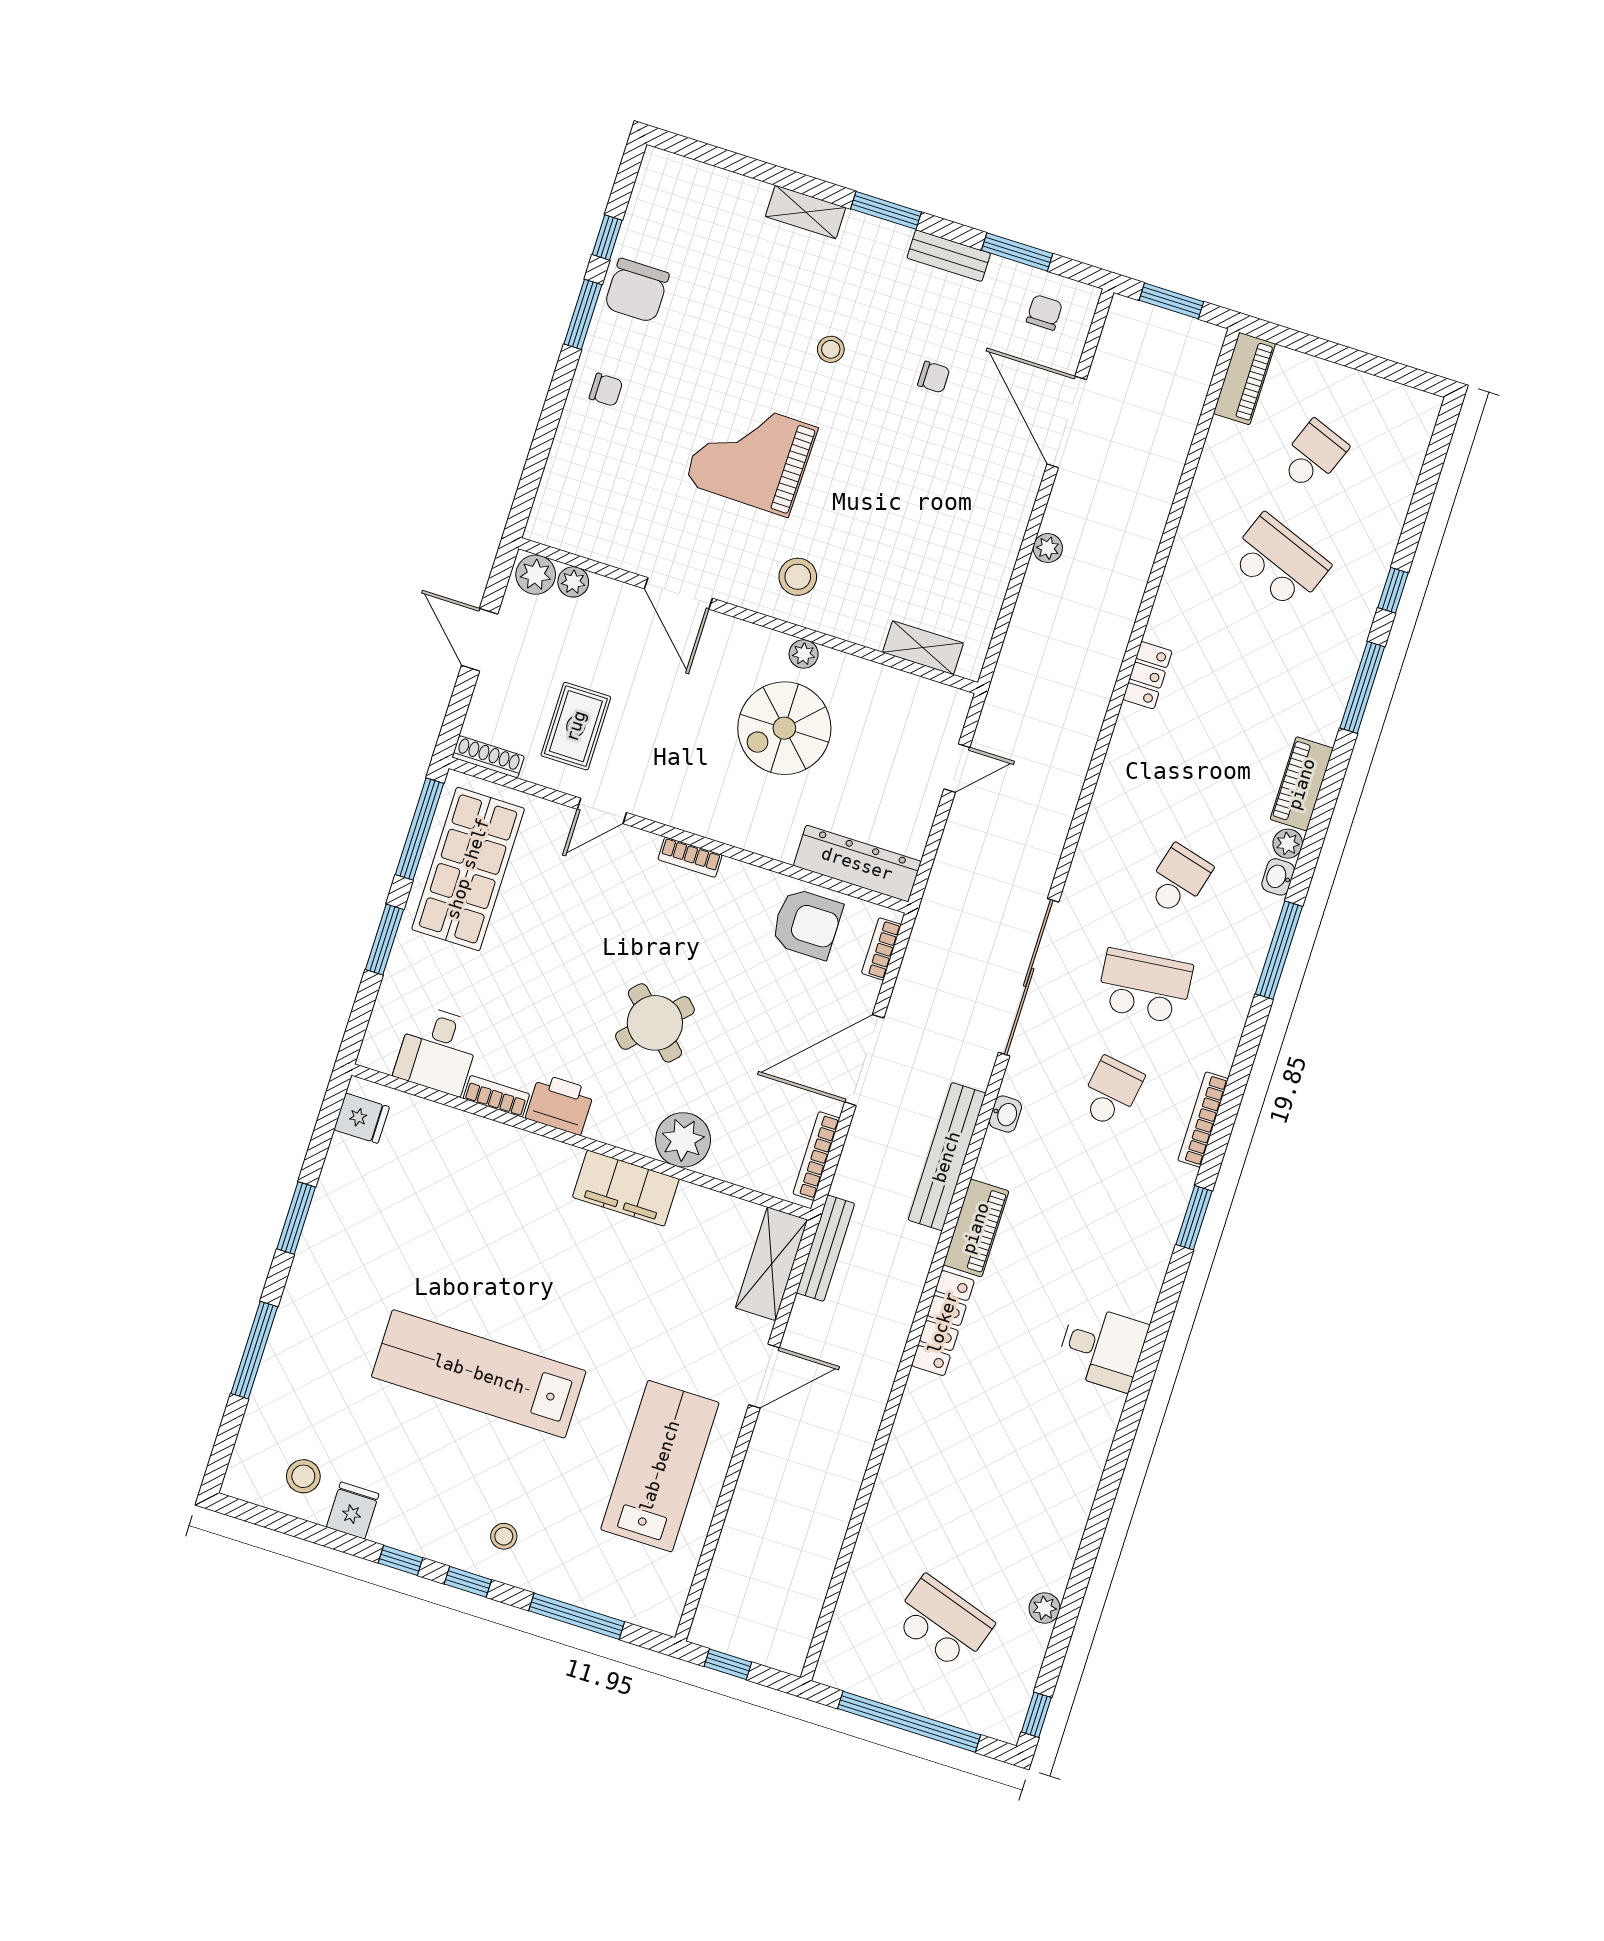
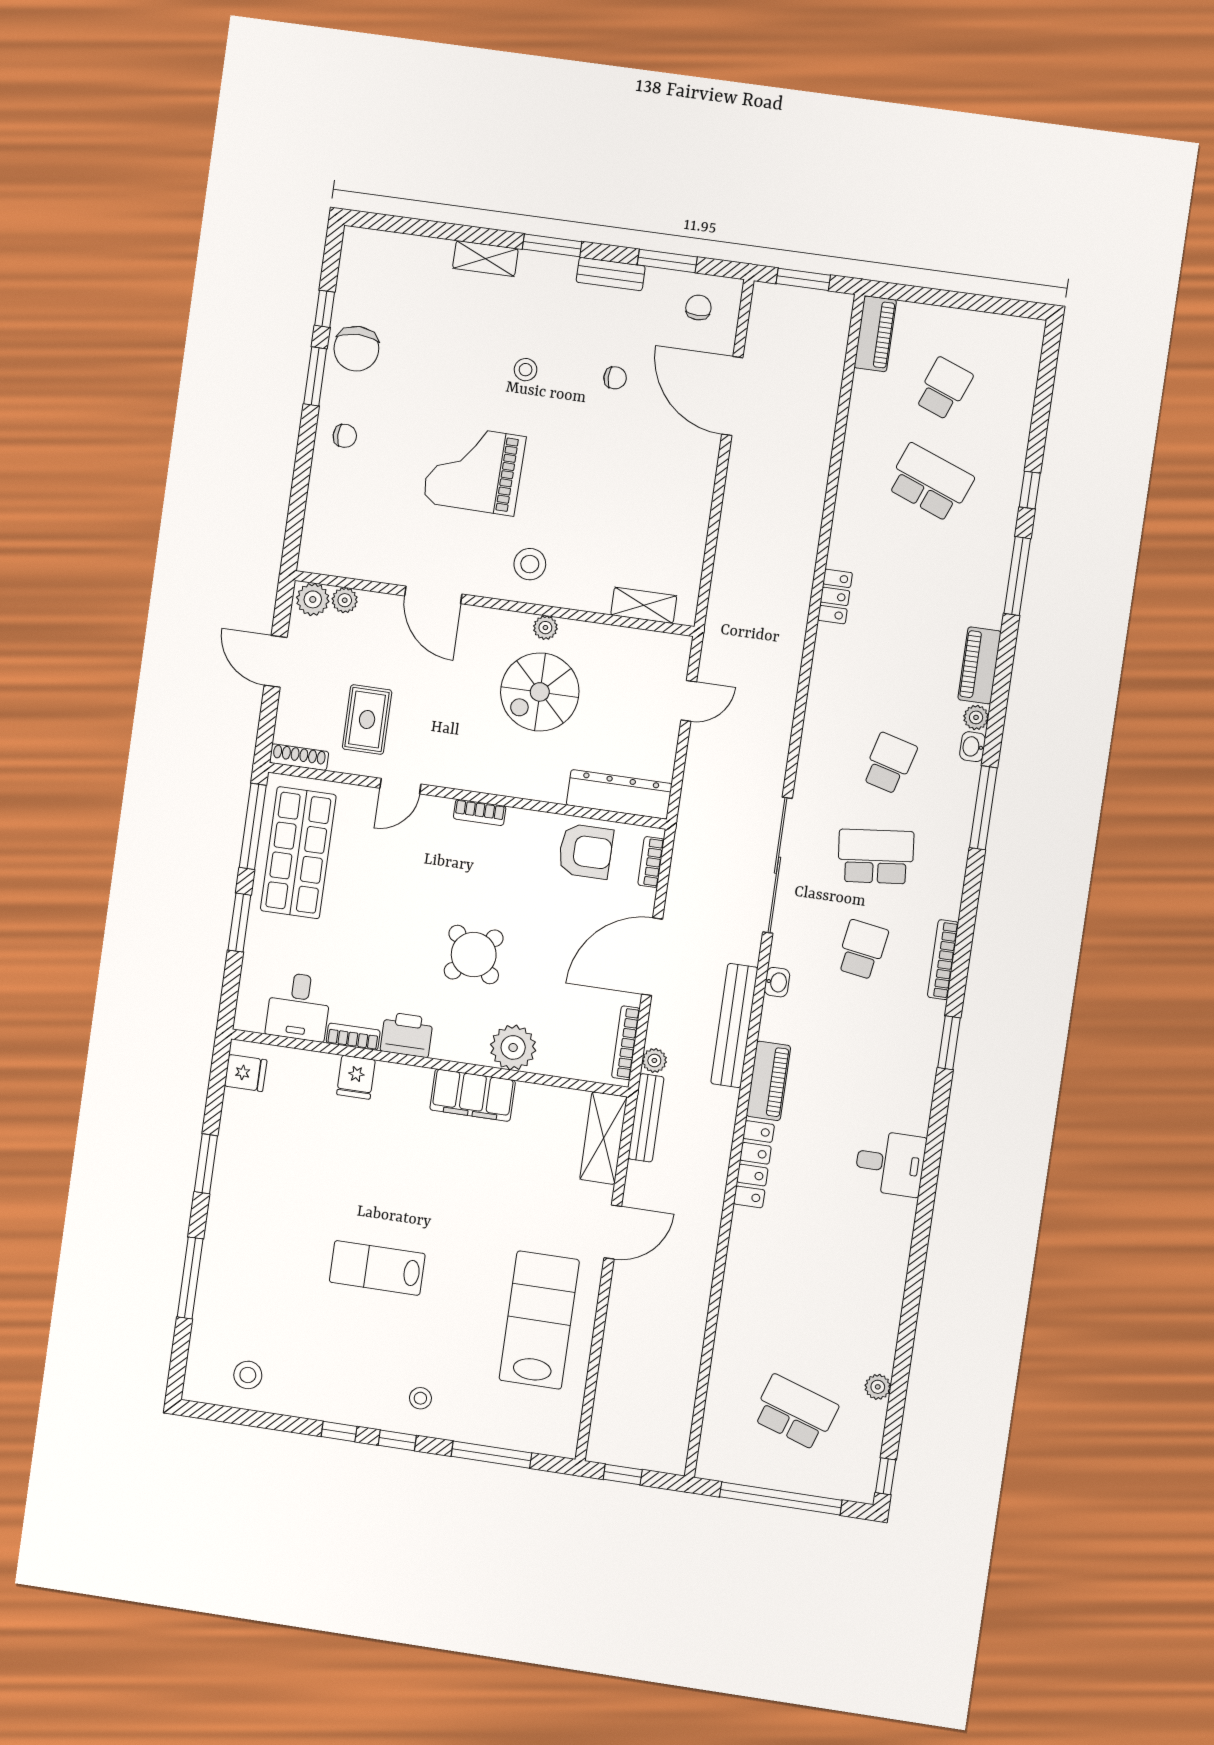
plant: (1048, 548) -> (654, 1060), moved
lab bench: (479, 1374) -> (377, 1268), width x0.54, depth x0.72
fridge: (353, 1510) -> (356, 1077), moved, turned 180

